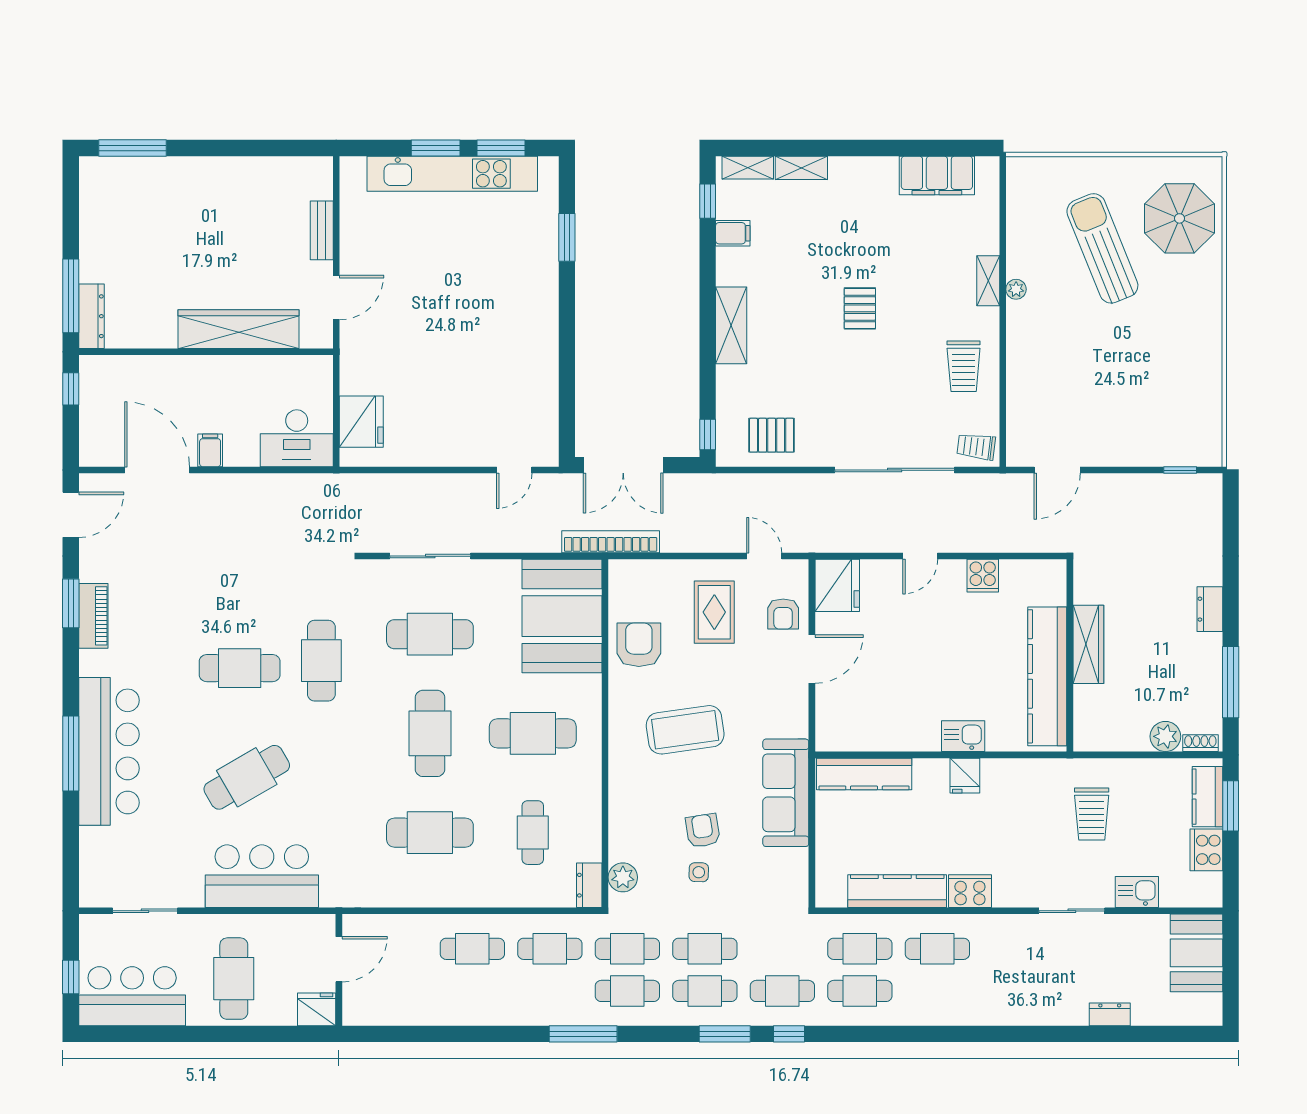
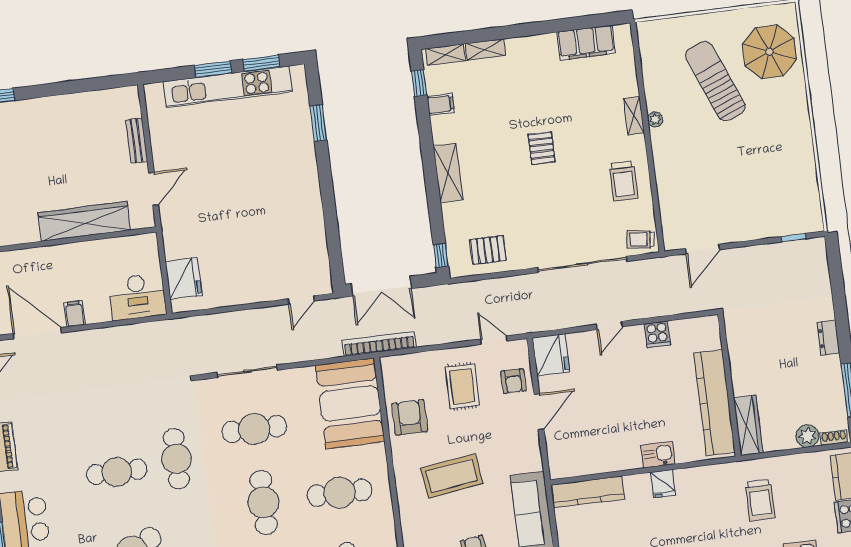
wardrobe: (1088, 644) -> (748, 425), moved

